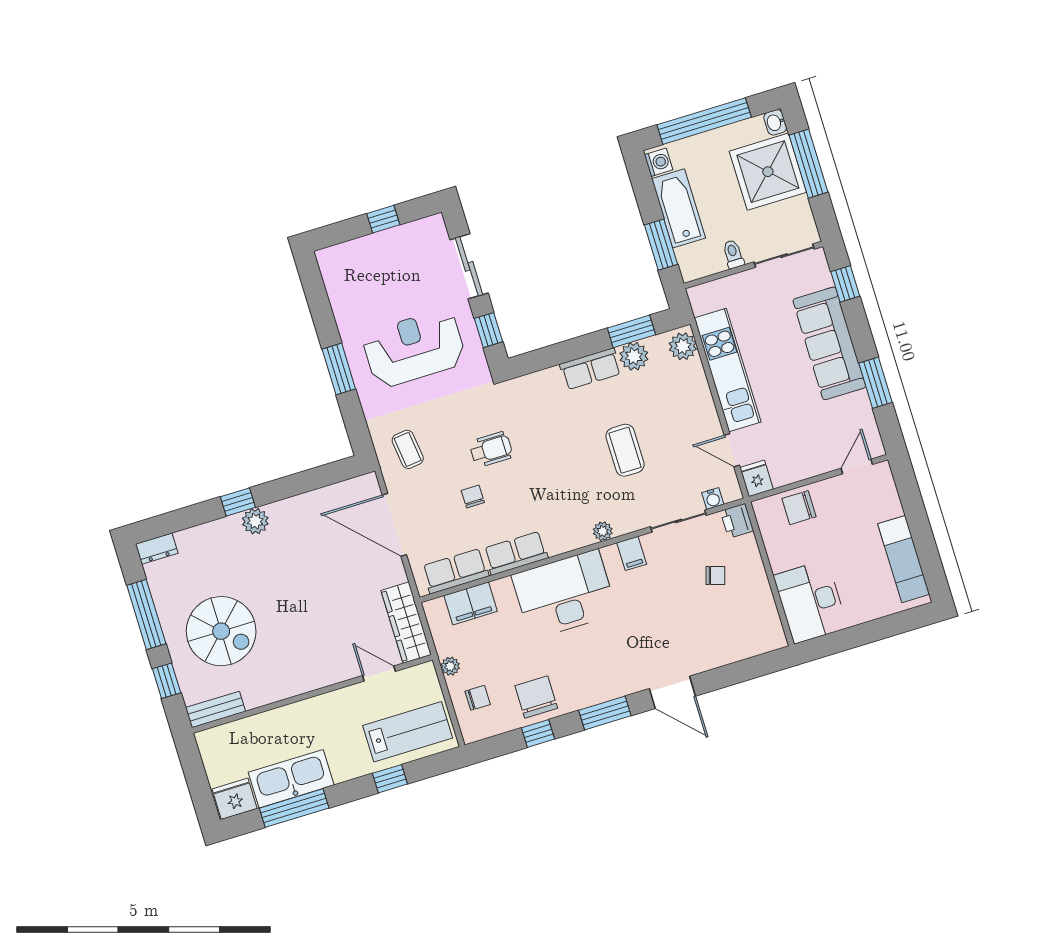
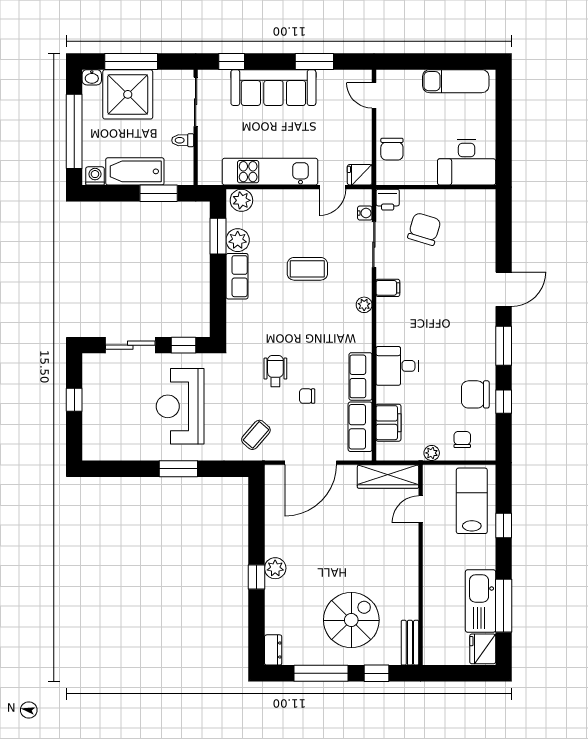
coffee table: (408, 449) -> (256, 435), turned -42
chair: (715, 575) -> (424, 229), width x1.87, depth x1.87
desk: (564, 594) -> (397, 366), width x0.53, depth x0.77

